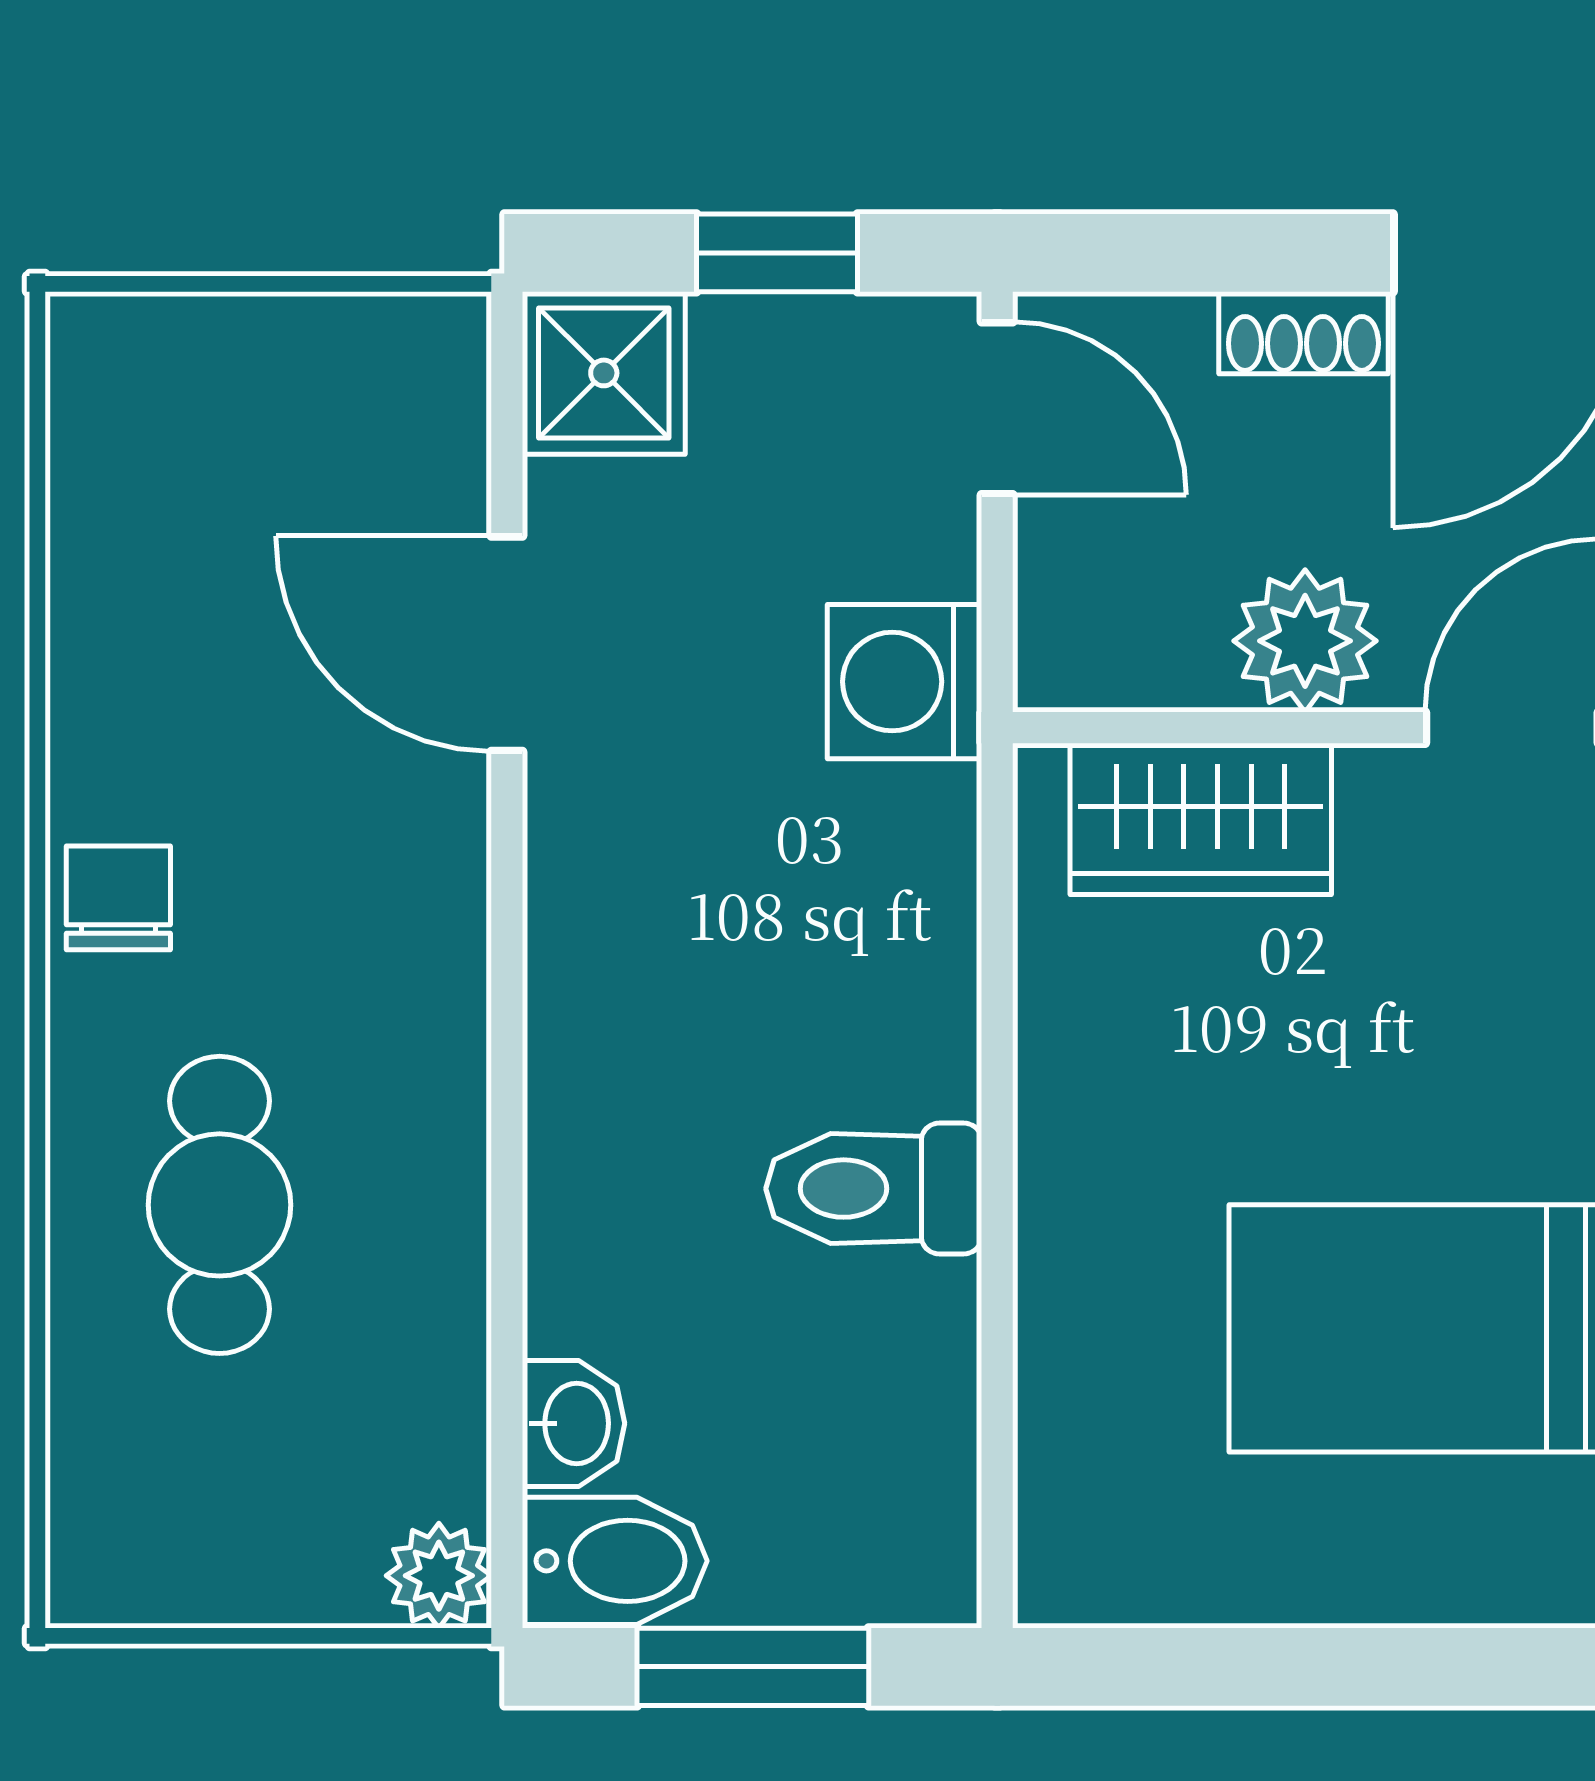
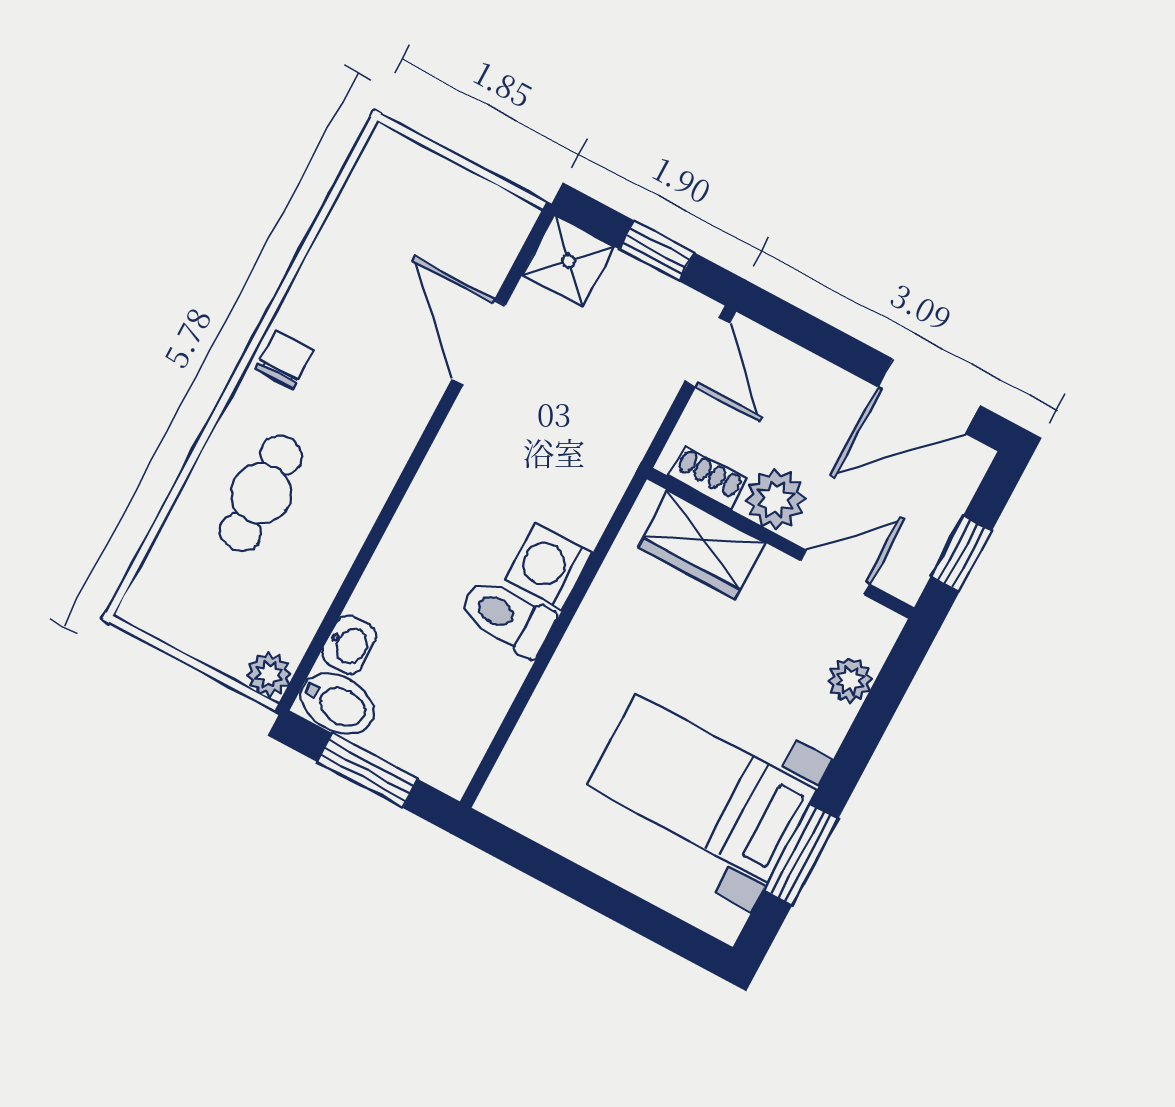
shoe rack: (1303, 333) -> (708, 477), moved, turned 180
washing machine: (905, 682) -> (549, 566), moved

